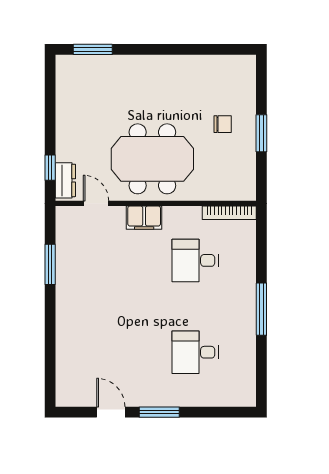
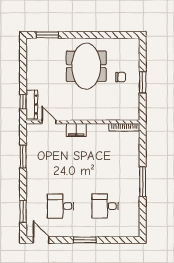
meeting table: (152, 159) -> (86, 66), moved, turned 90
dresser: (65, 180) -> (32, 105), width x1.44
desk: (195, 260) -> (61, 206), moved
window: (50, 362) -> (23, 212), added
door: (111, 412) -> (41, 240), moved

